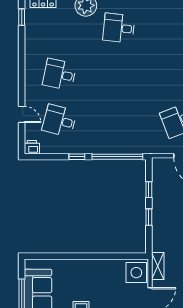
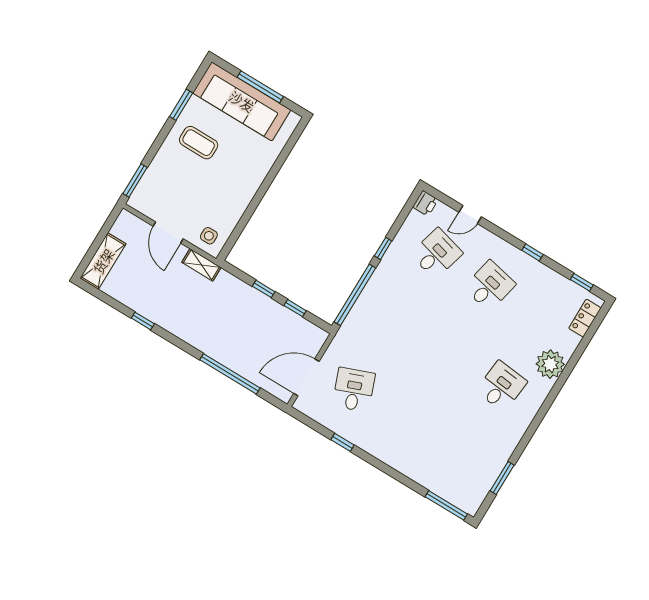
window: (22, 60) -> (532, 252), added
side table: (136, 273) -> (209, 236), width x0.54, depth x0.54

